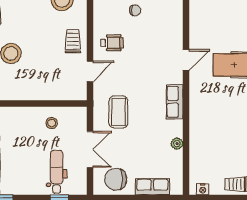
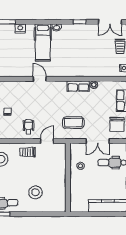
door: (90, 71) -> (47, 141), hinge flipped
row of seats: (175, 102) -> (78, 86), moved
double door: (90, 149) -> (98, 141), swing flipped

